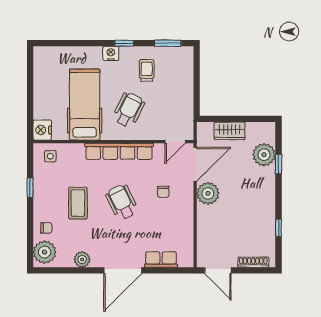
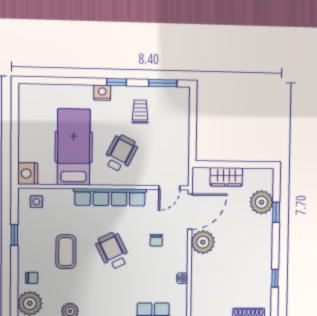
water cooler: (188, 228) -> (182, 278), added

